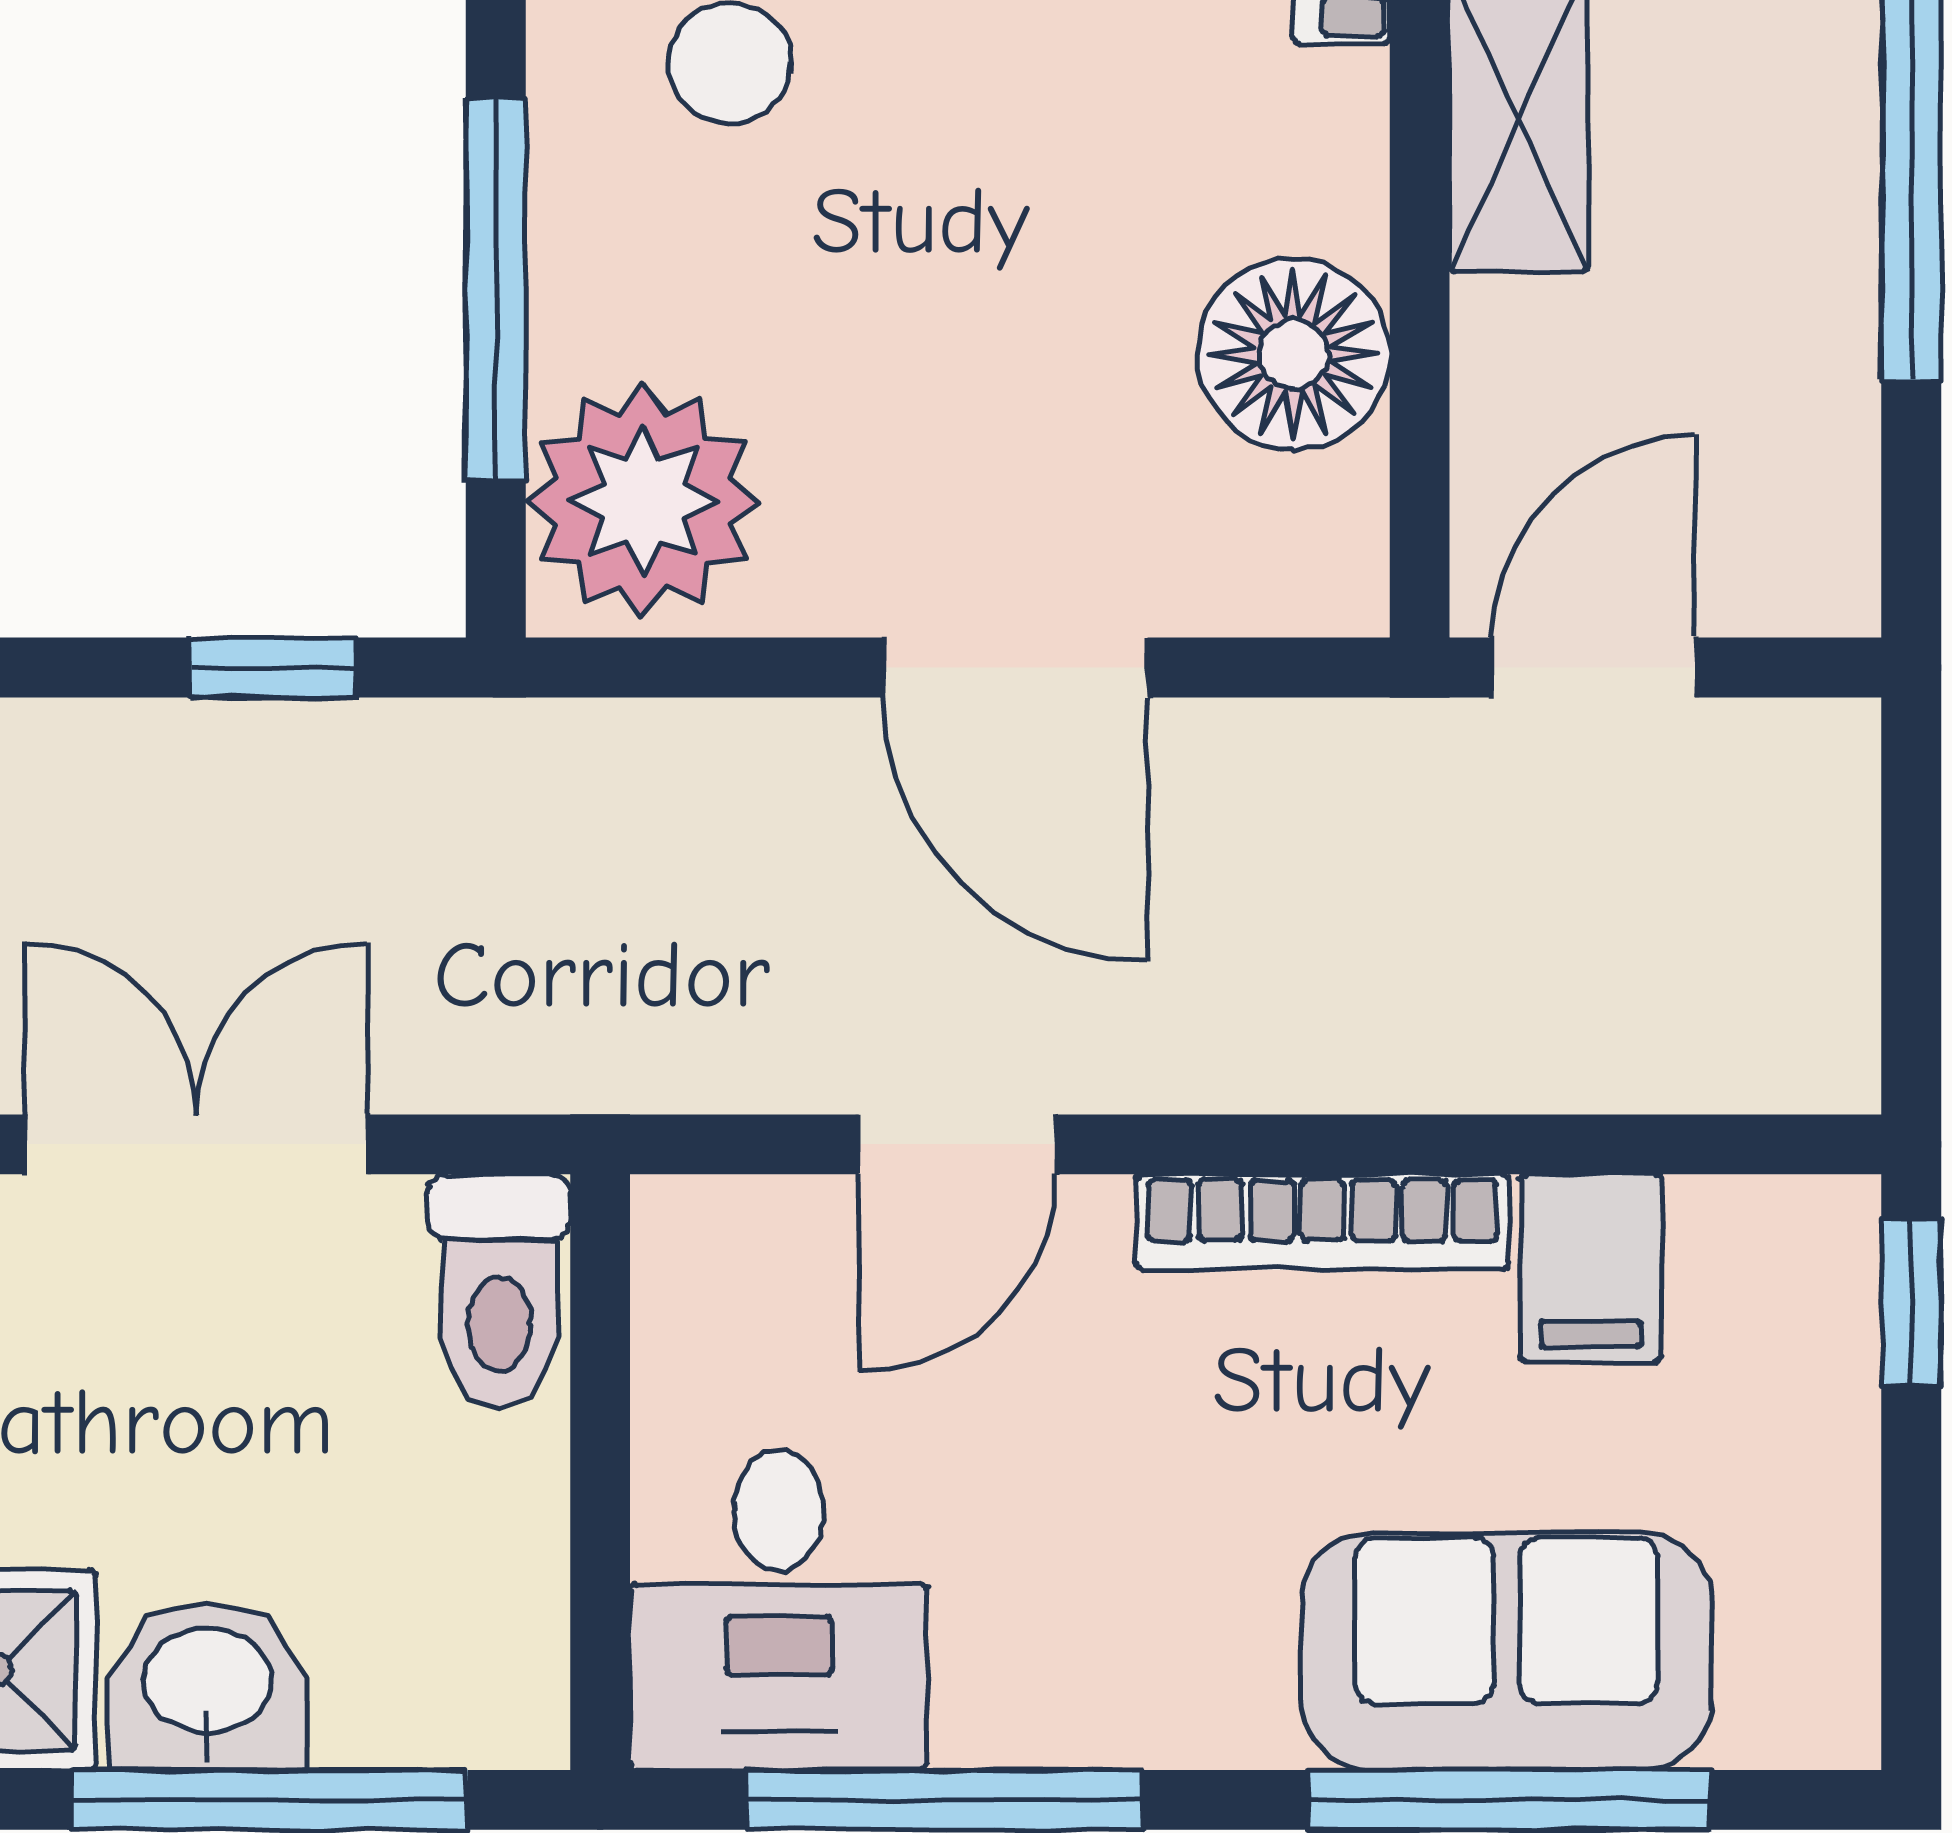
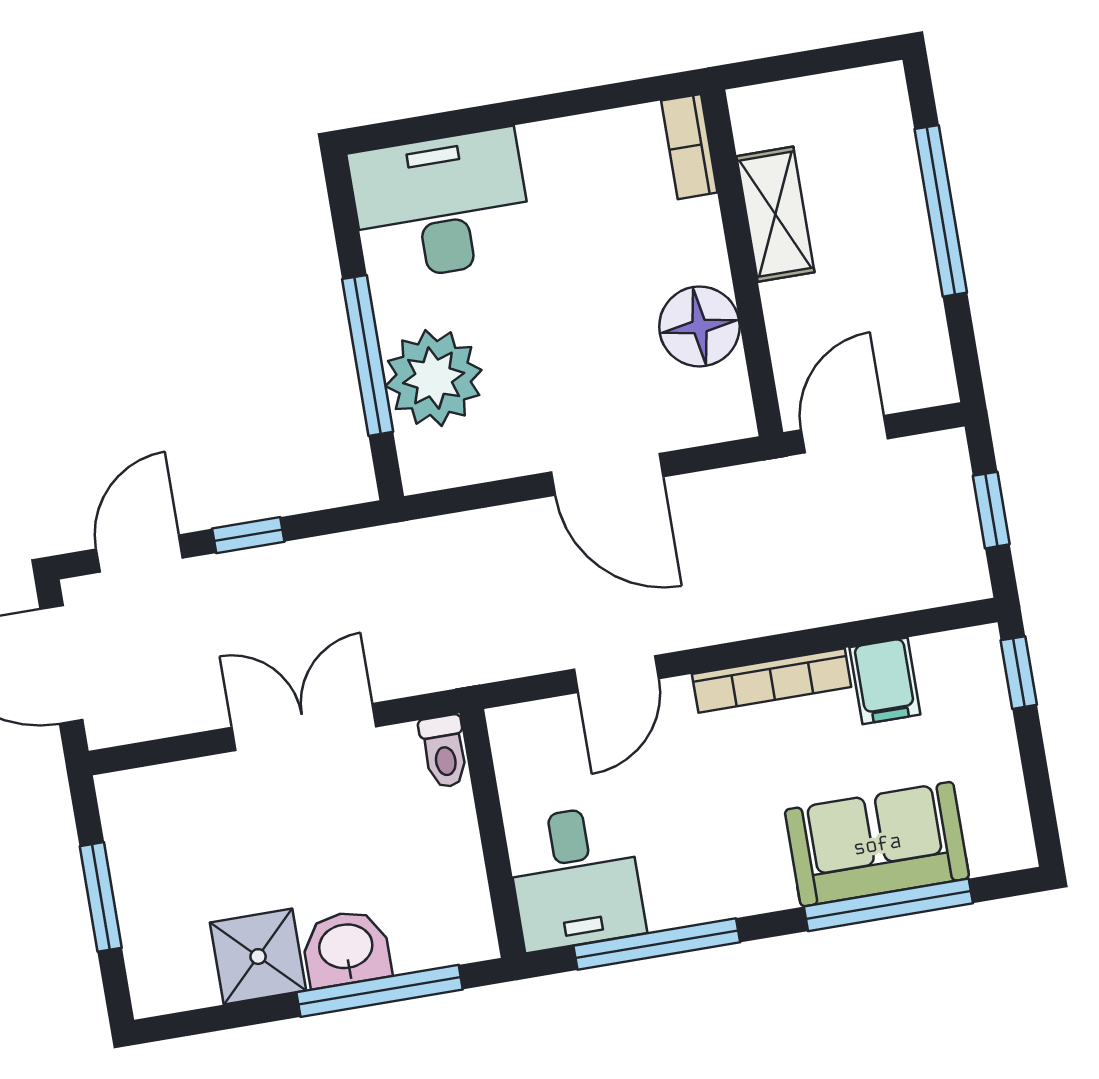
plant: (643, 501) -> (434, 378), moved
window: (273, 668) -> (248, 535), moved
window: (1911, 906) -> (991, 510), added
toilet: (499, 1291) -> (444, 751), width x0.73, depth x0.72

